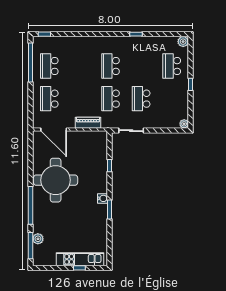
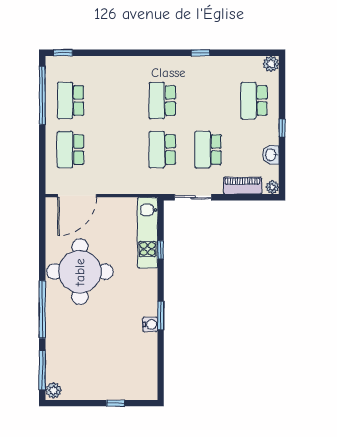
washbasin: (183, 102) -> (271, 155), added
piano: (88, 123) -> (243, 186), moved
door: (54, 130) -> (77, 196), hinge flipped
water cooler: (103, 198) -> (150, 324), moved
plant: (38, 239) -> (53, 390), moved
kitchen unit: (80, 259) -> (148, 233), moved, turned -90

